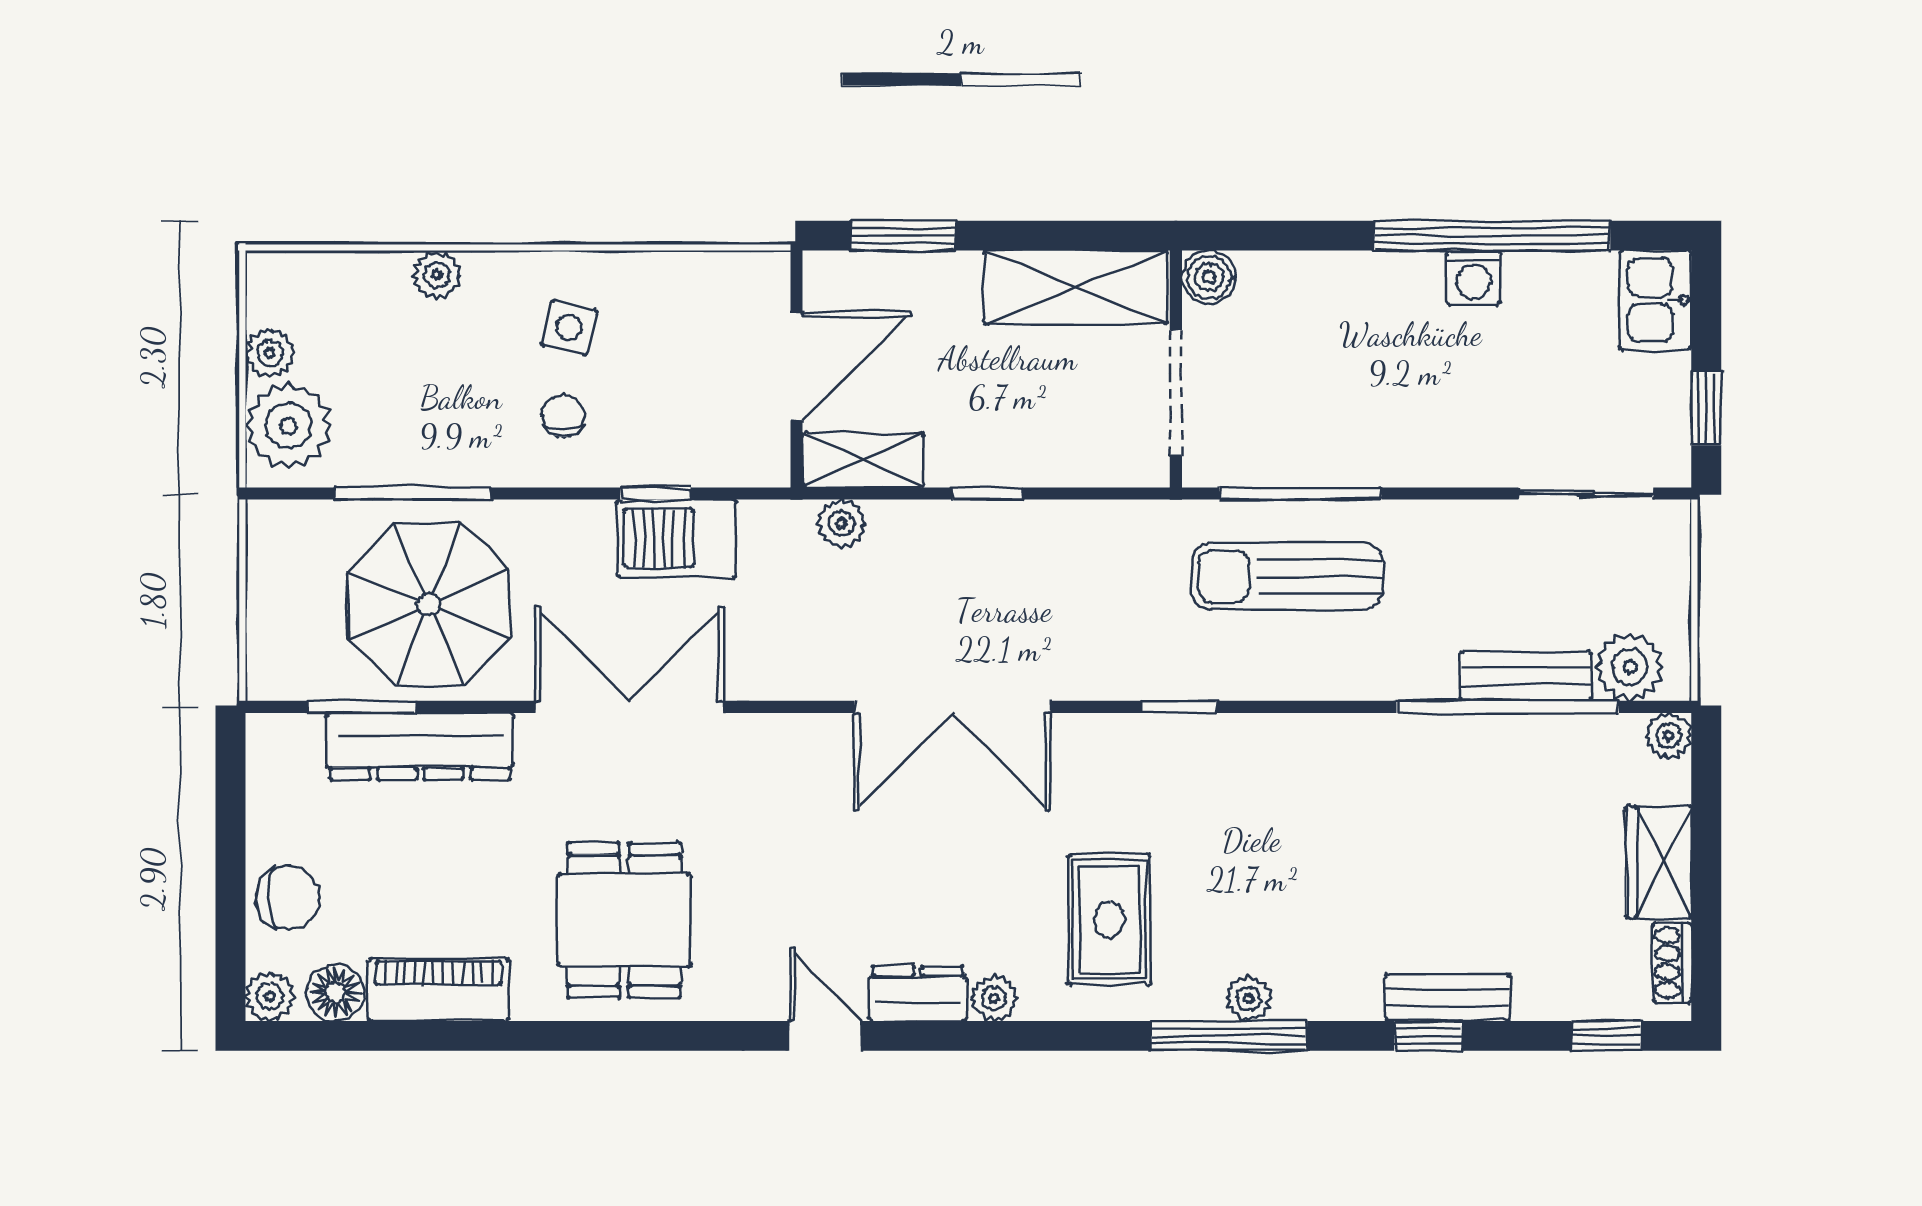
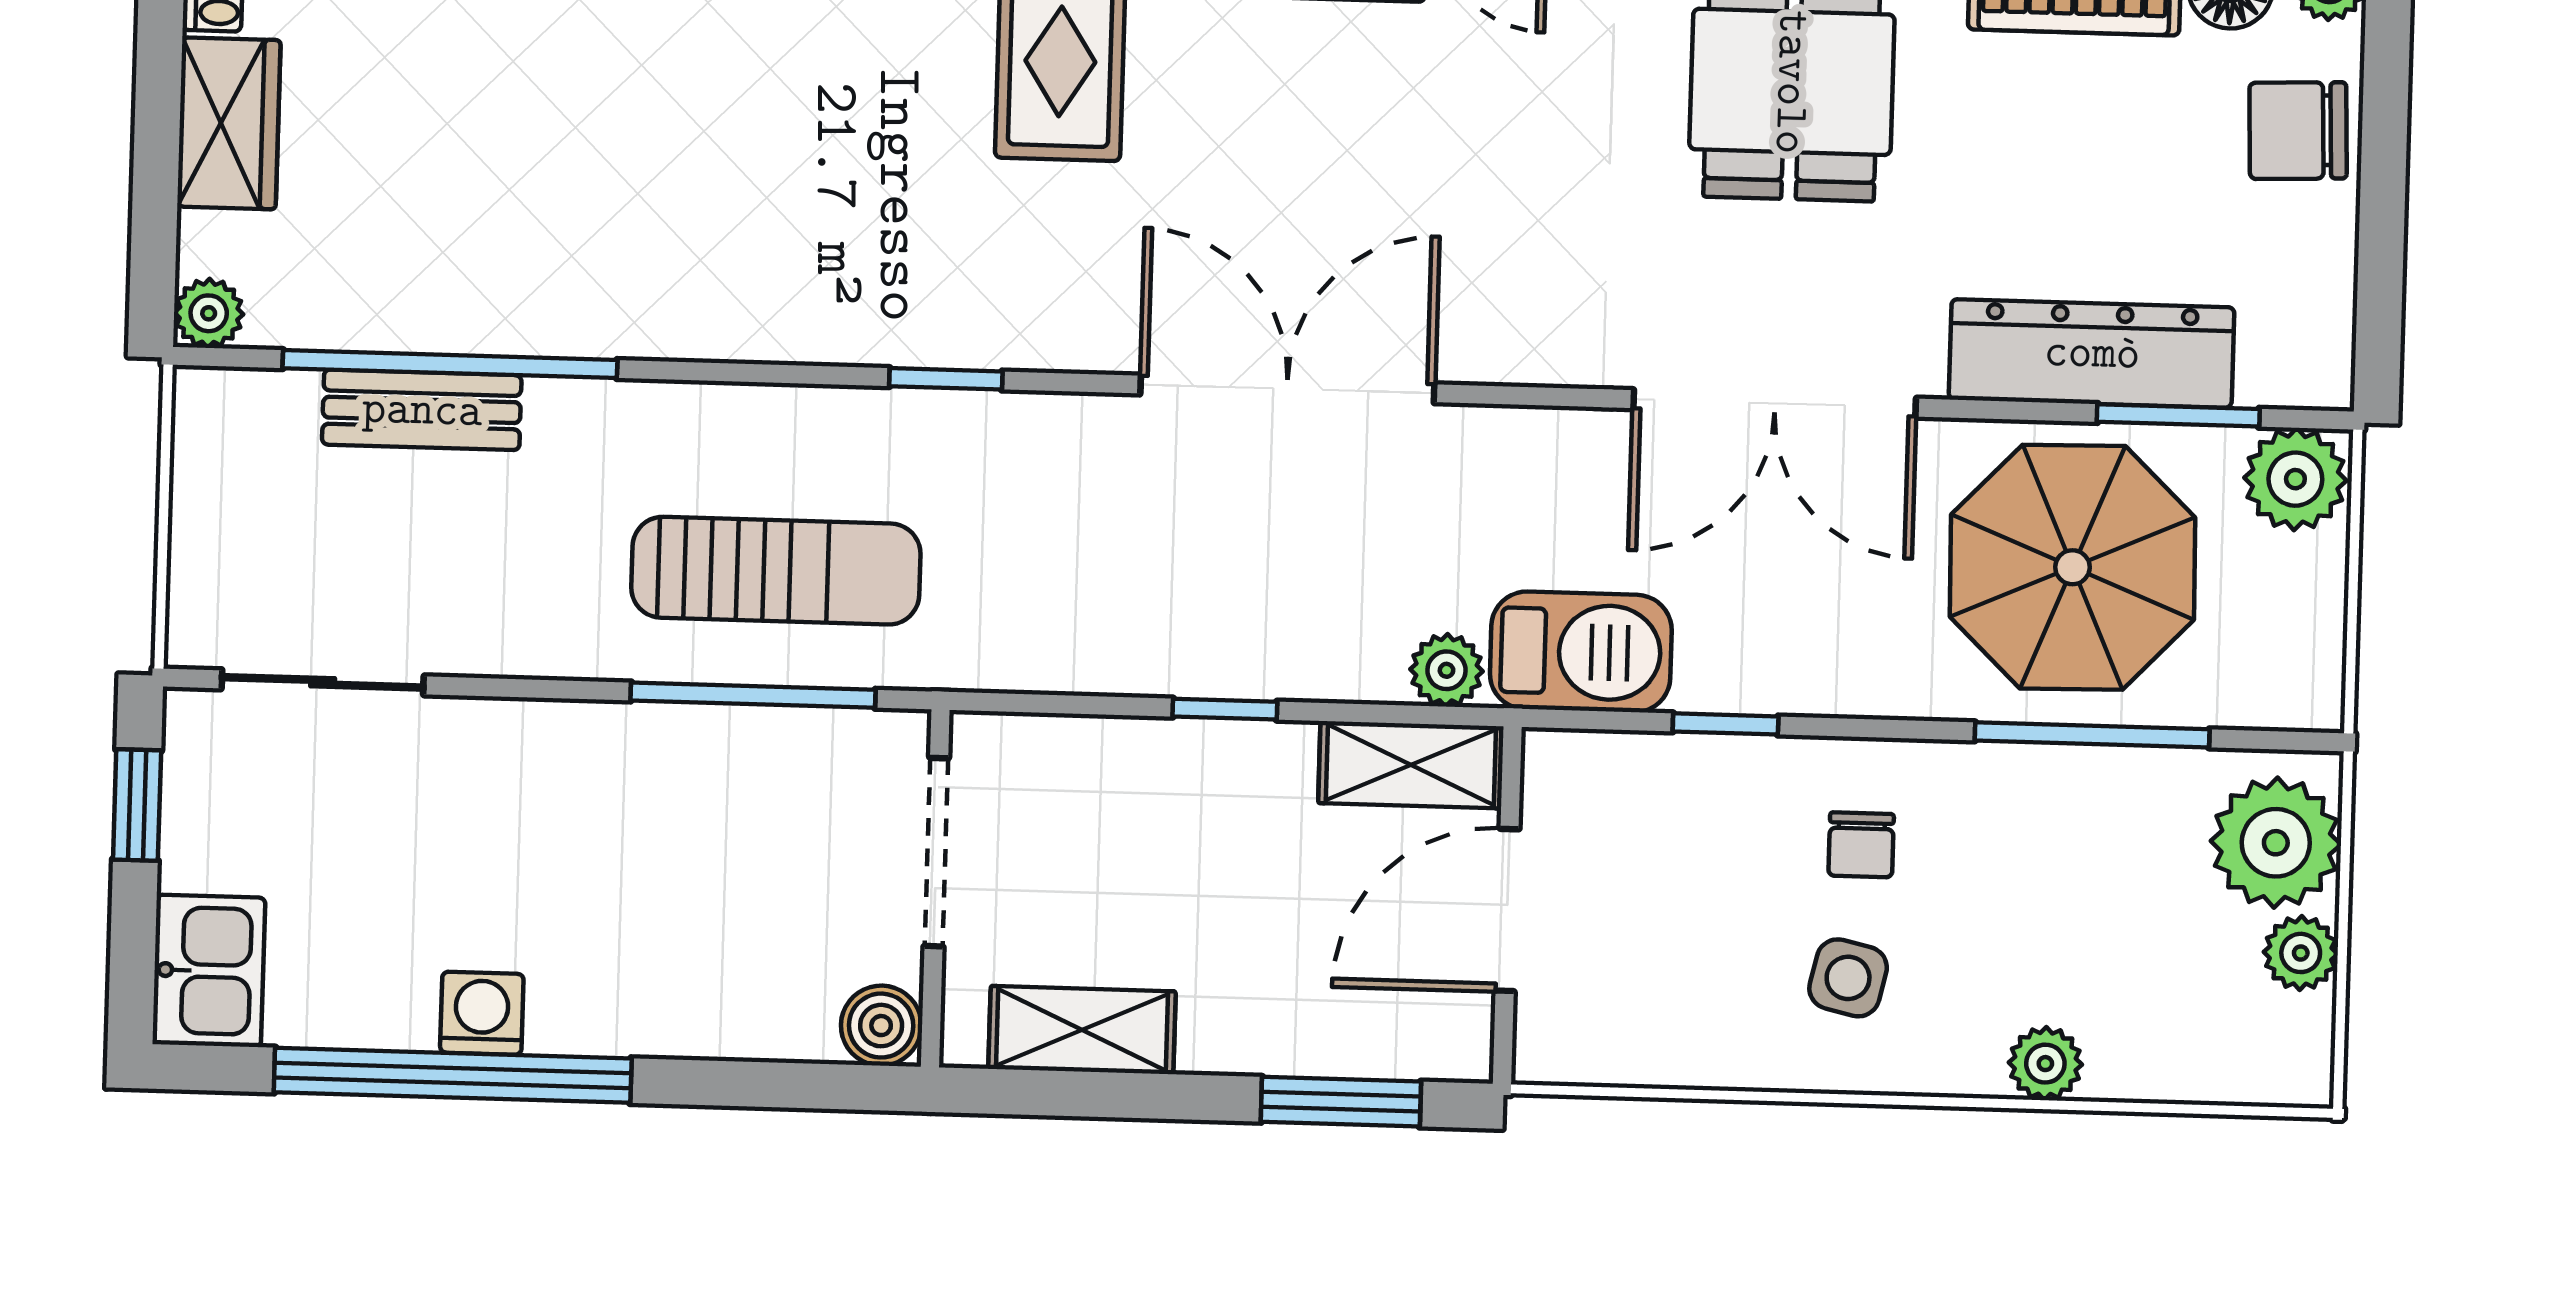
shelving: (1076, 287) -> (1082, 1030), width x0.67, depth x0.75
barbecue: (677, 538) -> (1581, 652), moved
plant: (1630, 667) -> (2295, 479), moved

